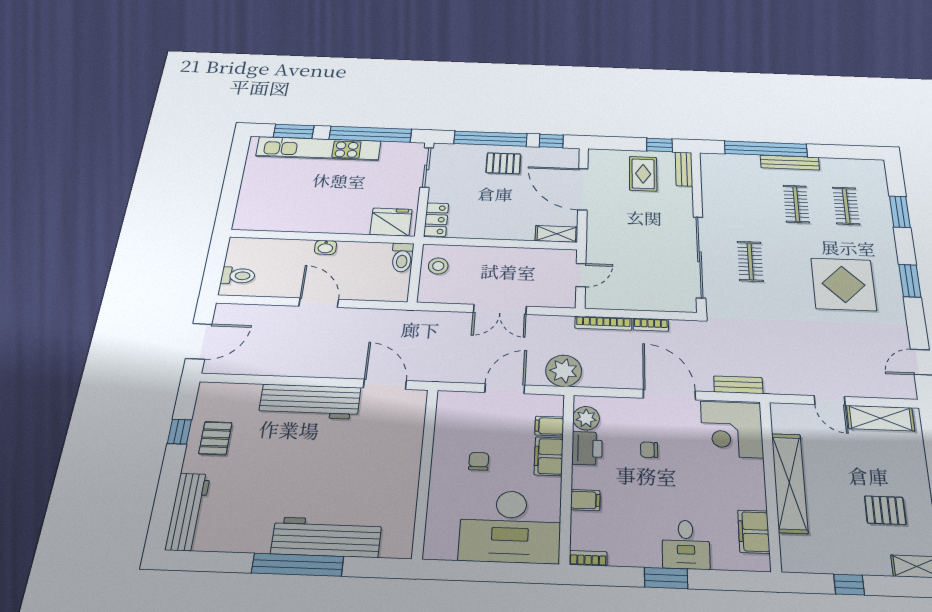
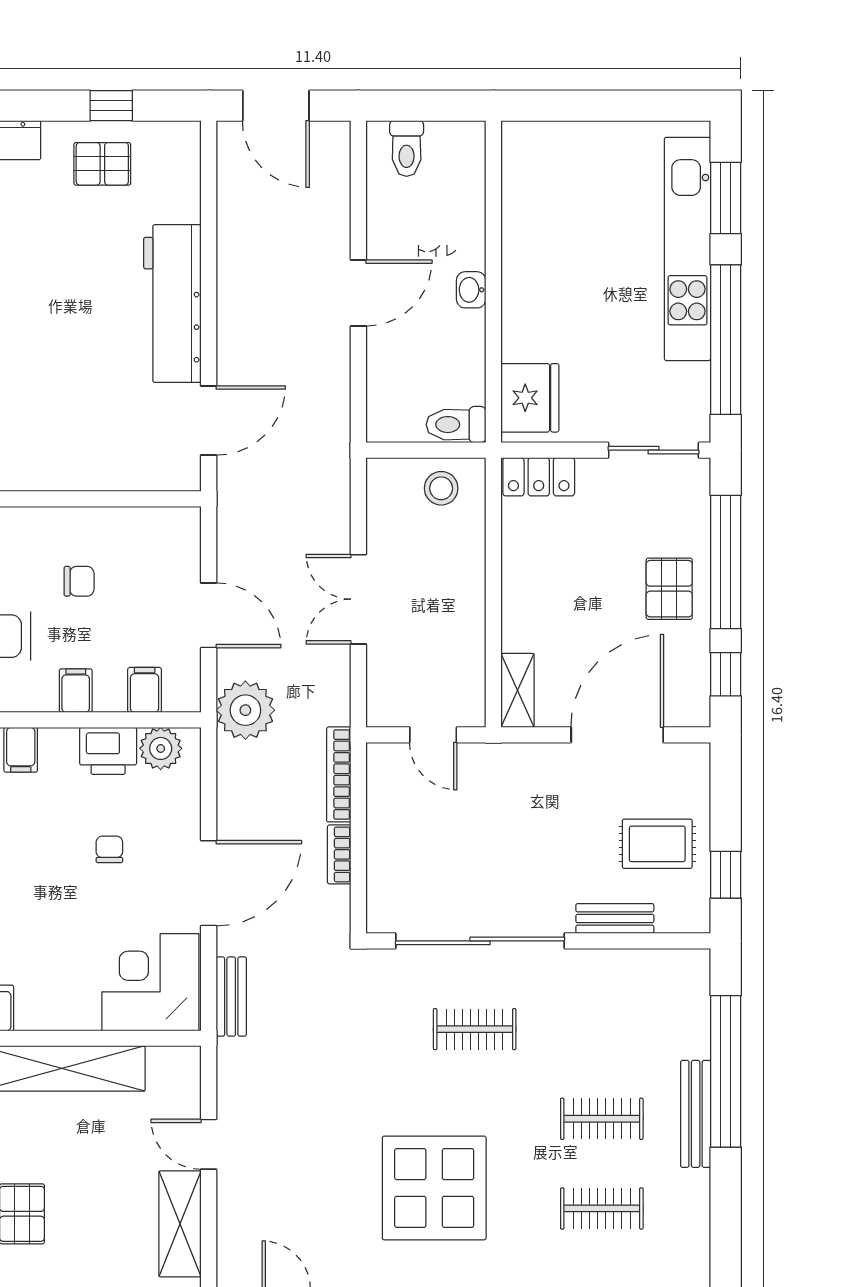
bench: (684, 169) -> (615, 918), moved
door: (830, 400) -> (209, 1144), hinge flipped
filing cabinet: (549, 456) -> (76, 691), width x0.50

